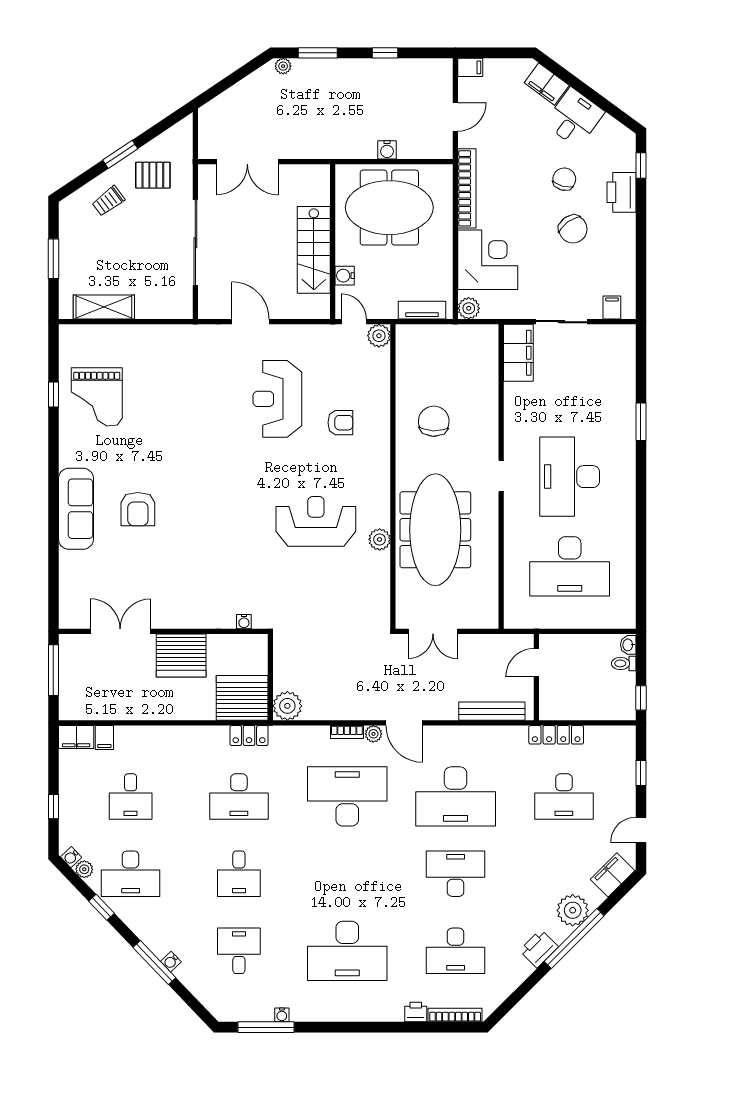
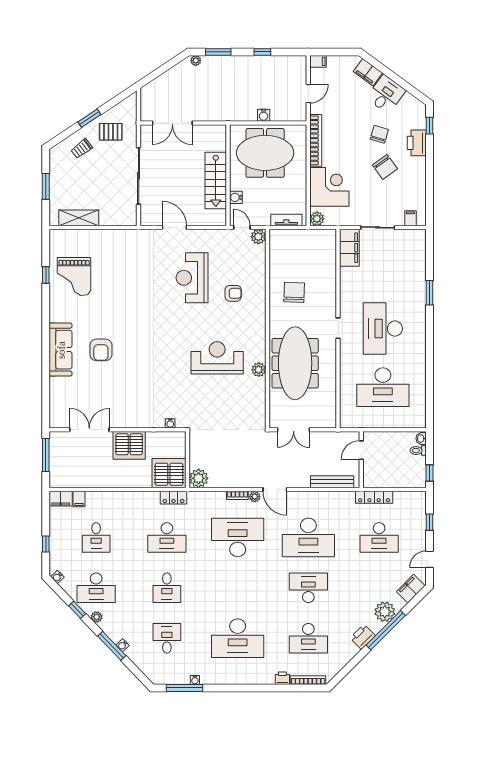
plant: (84, 869) -> (97, 617), moved

